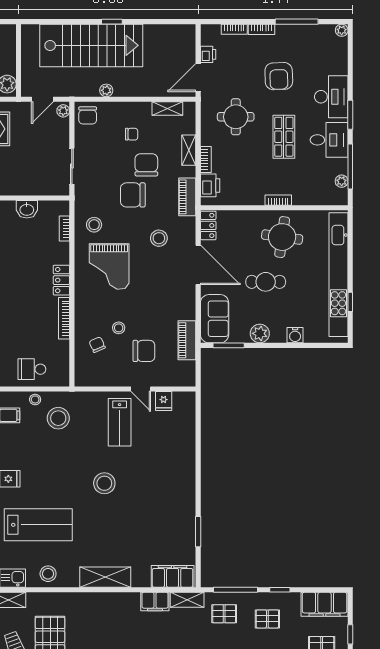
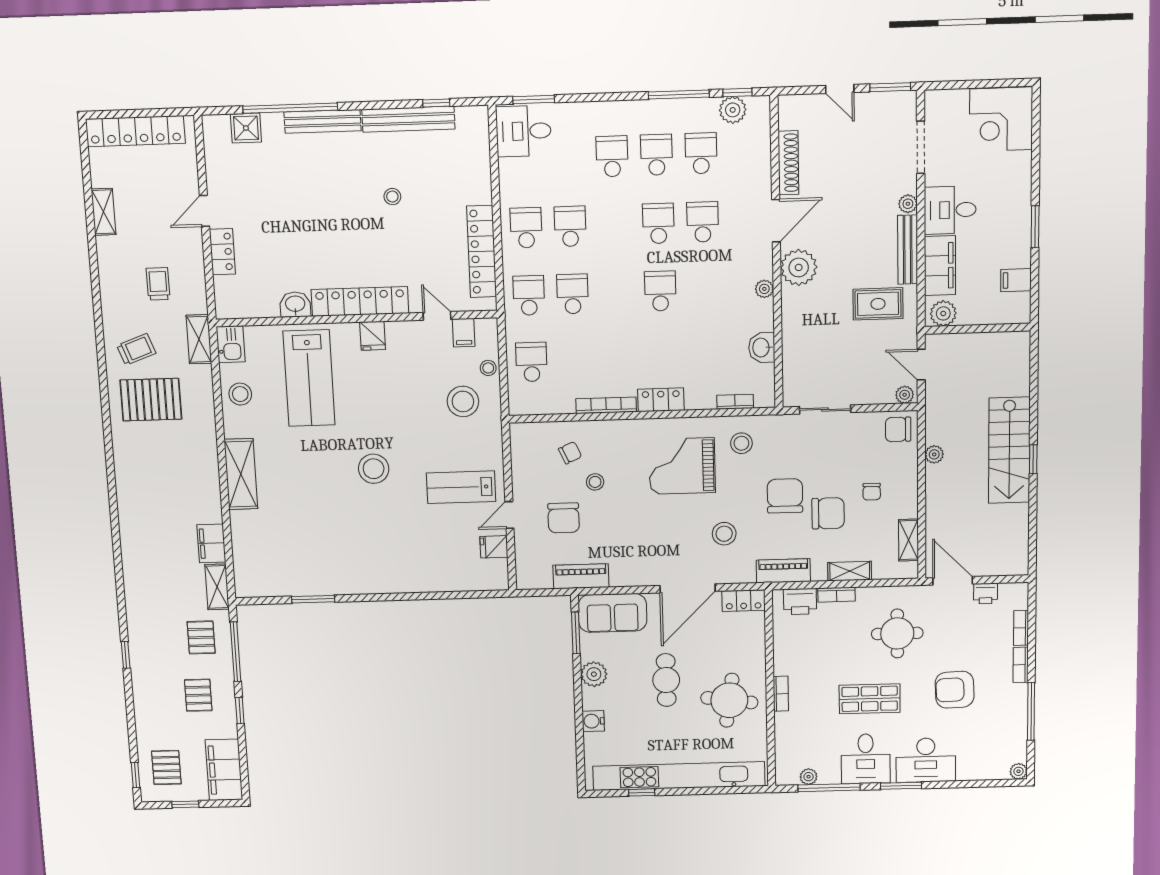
stairs: (91, 45) -> (1009, 450), width x0.73, depth x0.66
filing cabinet: (173, 576) -> (248, 566), removed

